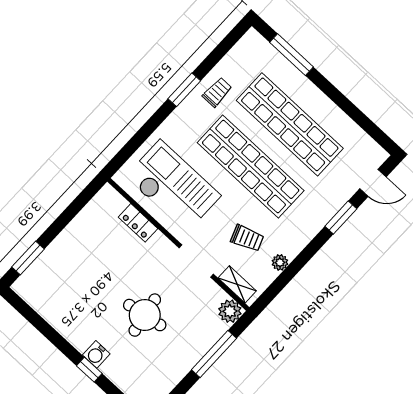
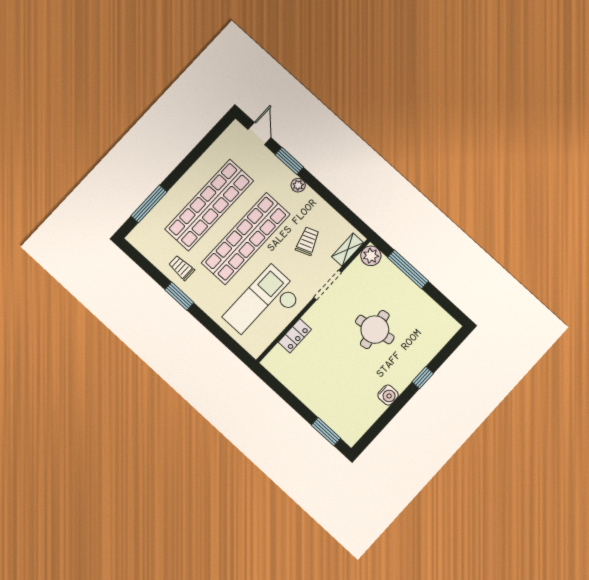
plant: (280, 262) -> (298, 185), moved
water cooler: (96, 354) -> (388, 395), moved

